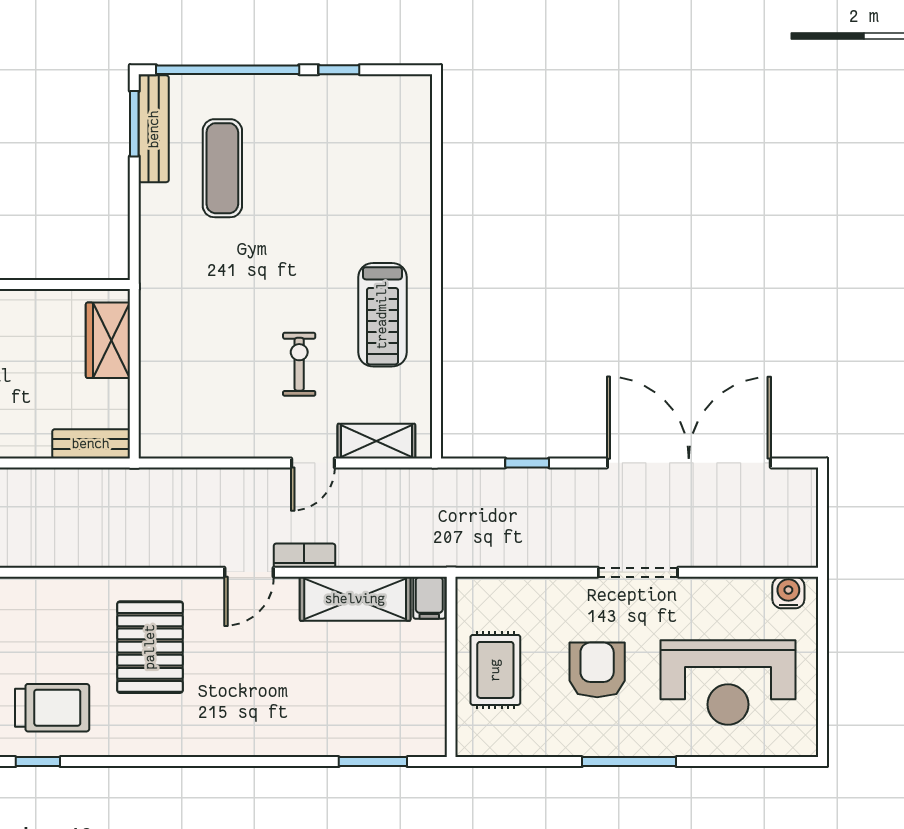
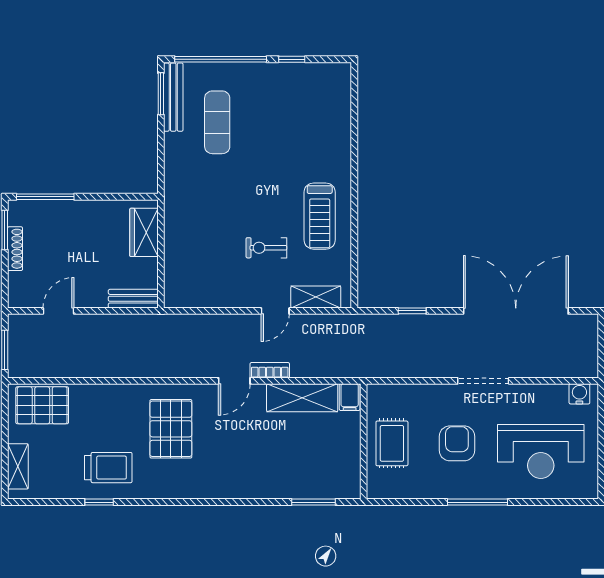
exercise bike: (299, 364) -> (266, 248), turned -90

